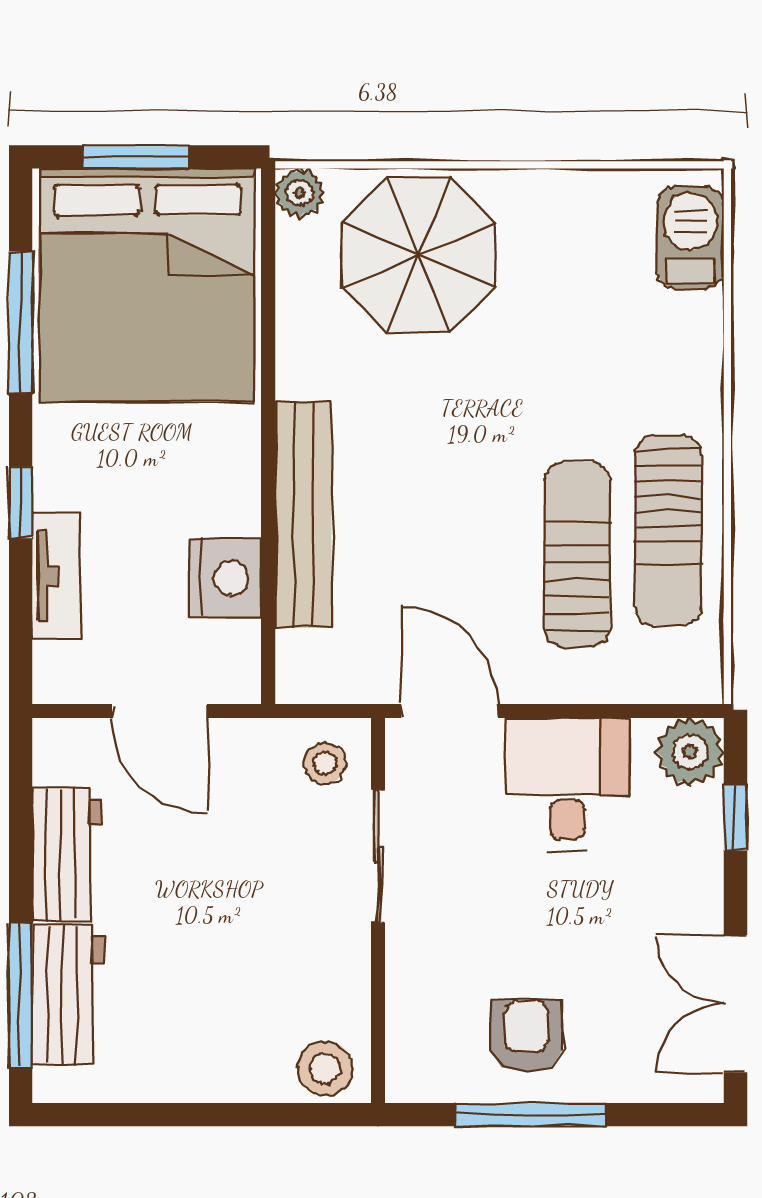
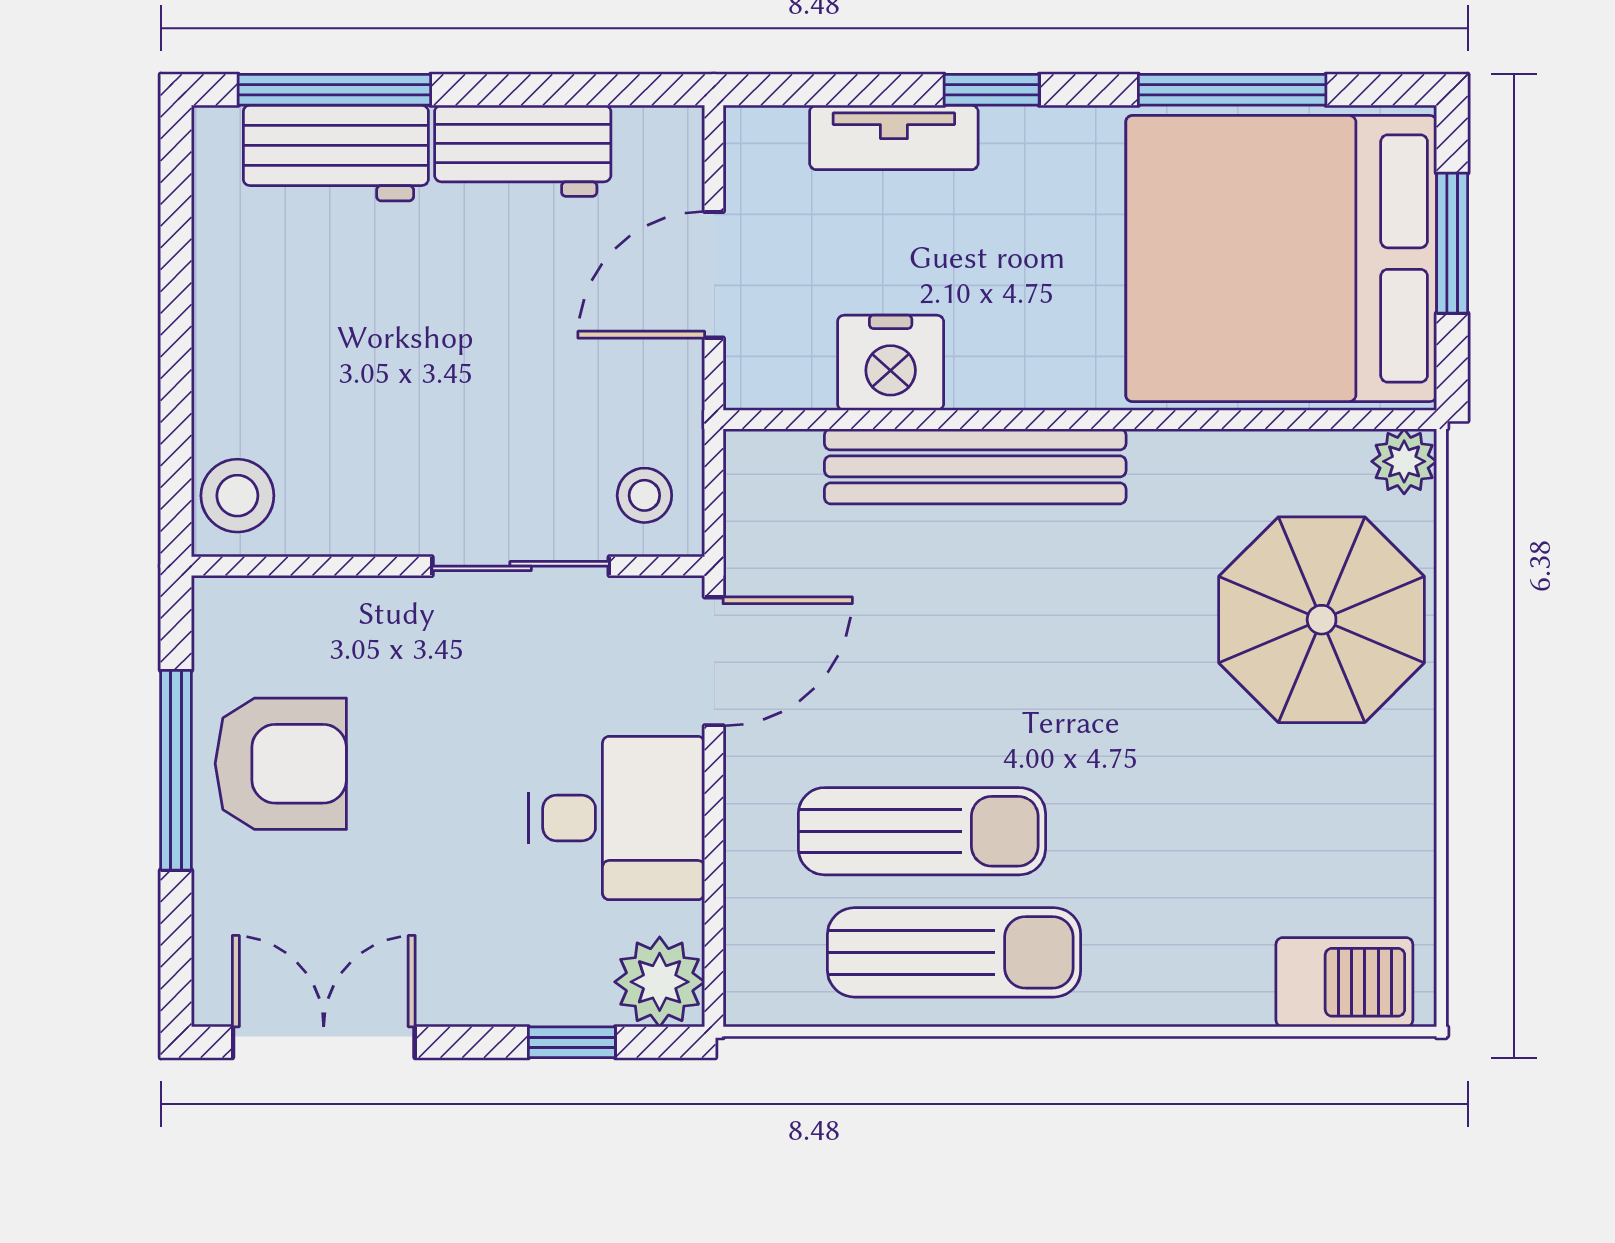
sun lounger: (668, 531) -> (954, 952), turned 180
armchair: (526, 1036) -> (281, 764), width x1.38, depth x1.38

